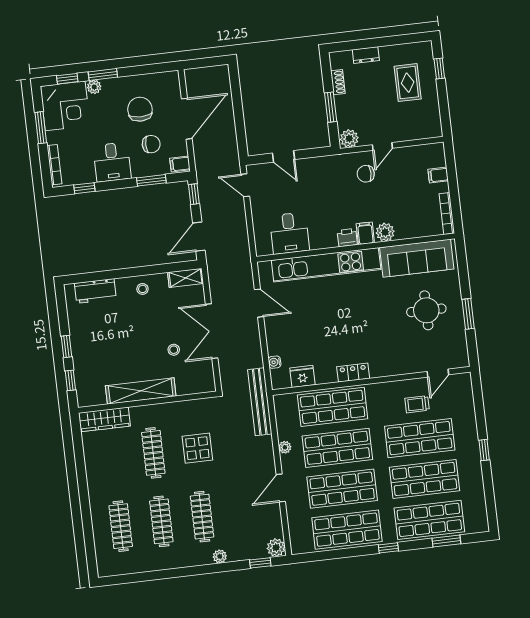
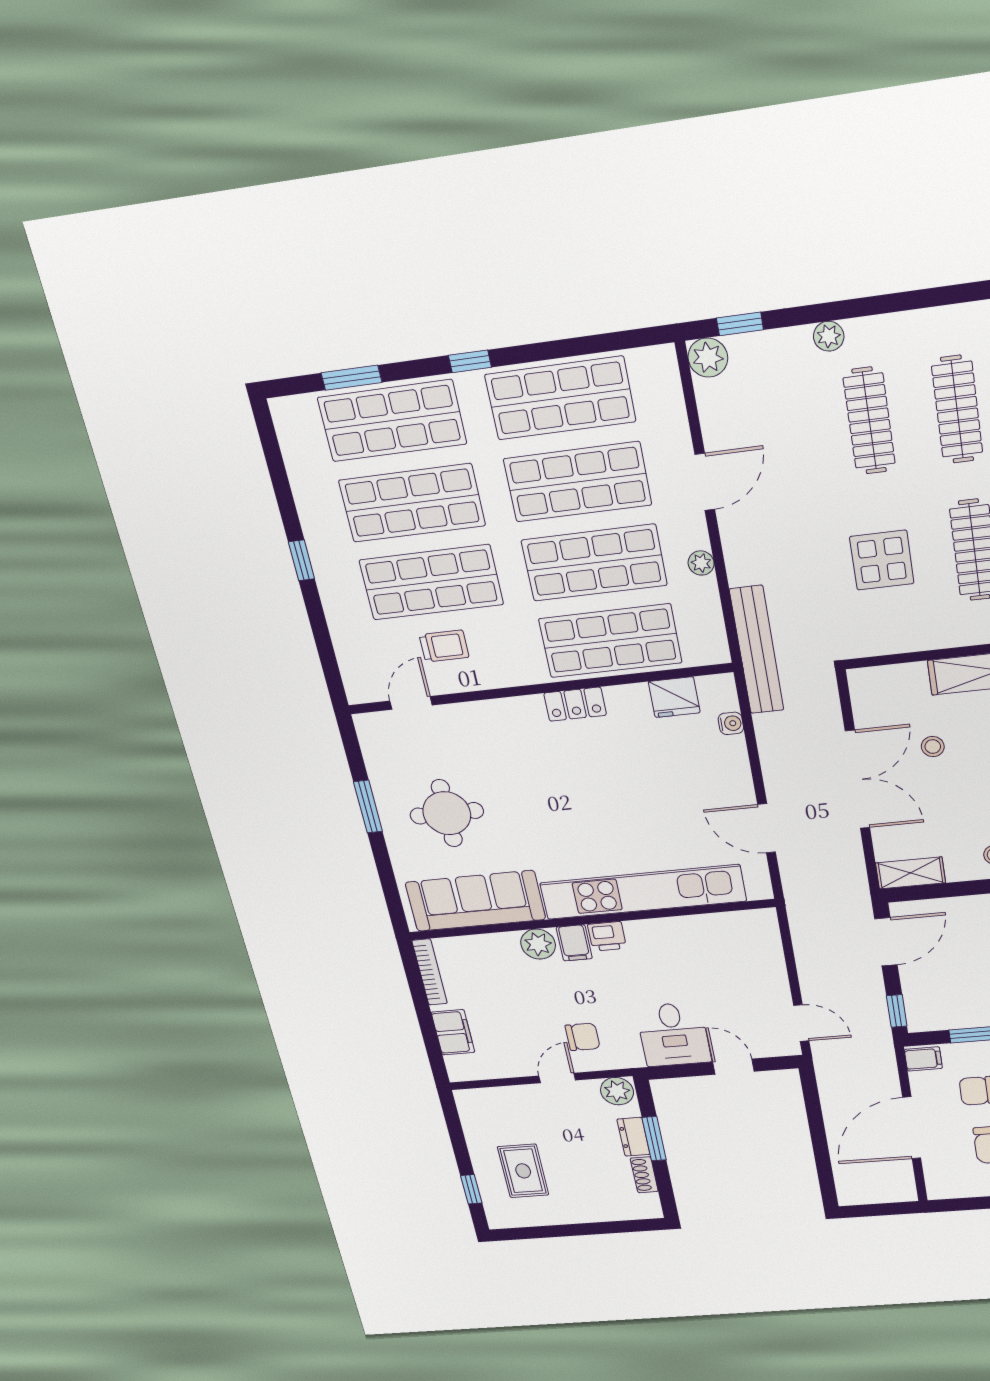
dresser: (366, 55) -> (633, 1137), moved, turned -90
filing cabinet: (438, 175) -> (453, 1032), width x2.00
desk: (289, 233) -> (673, 1034), moved, turned 180

